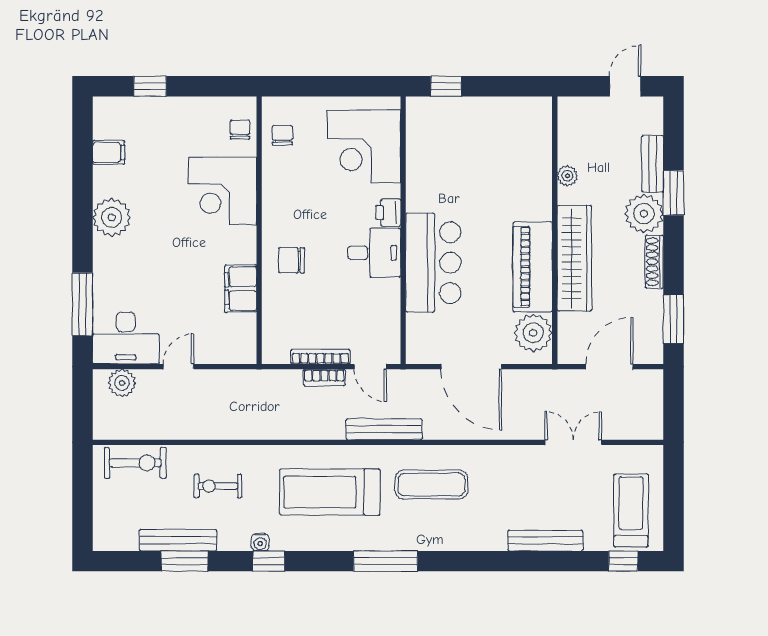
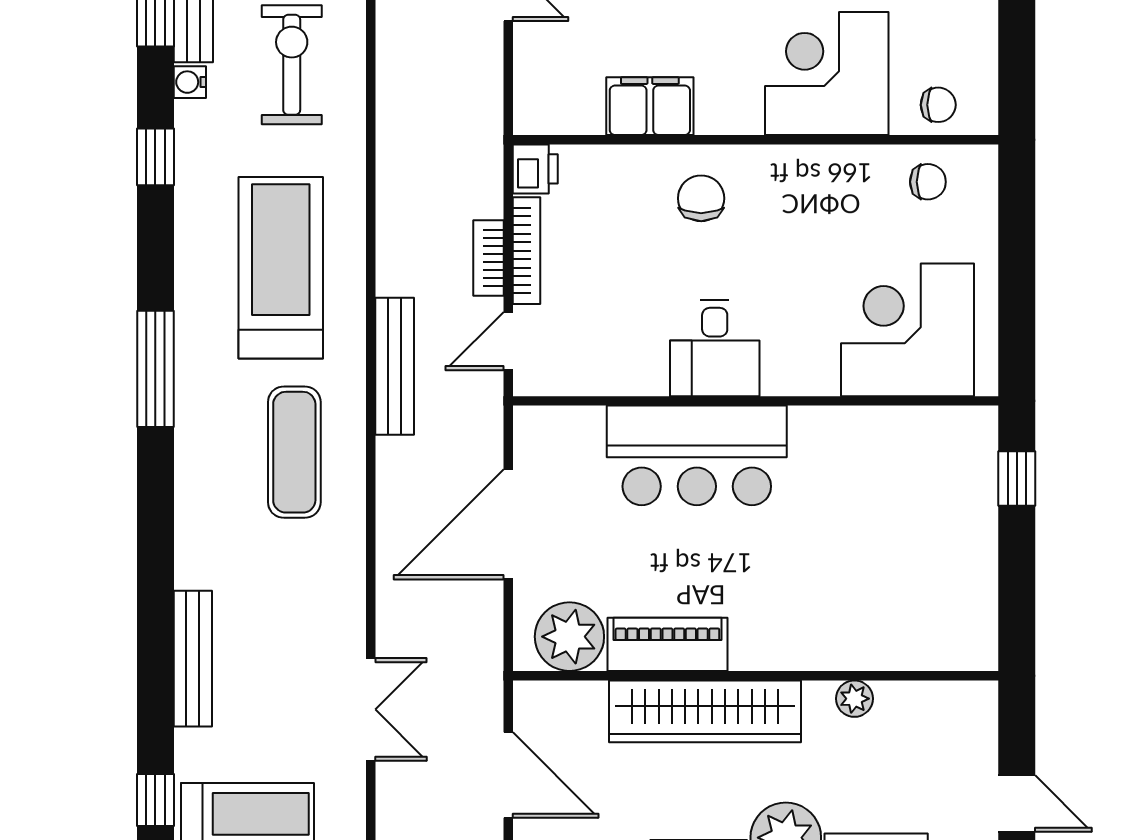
printer: (388, 213) -> (535, 169), moved, turned 90
piano: (533, 267) -> (667, 644), width x0.73, depth x0.75
exercise bike: (218, 486) -> (292, 65), width x1.38, depth x1.39
water cooler: (260, 542) -> (190, 82), moved

